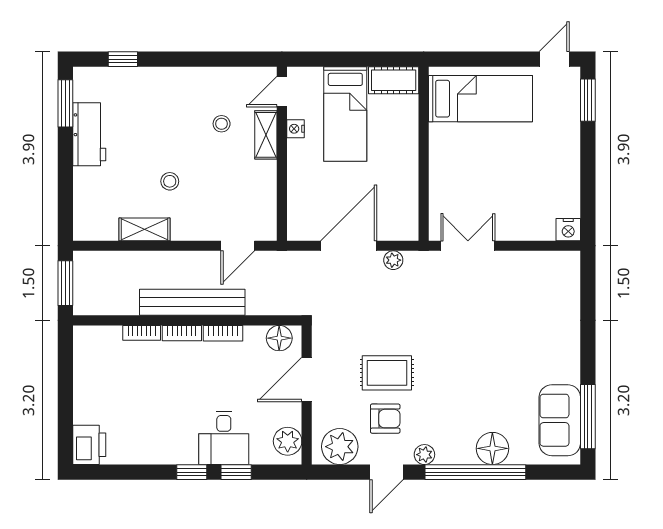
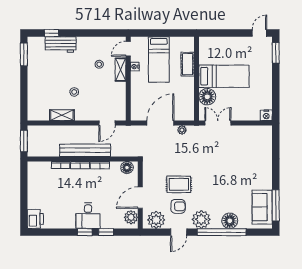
cot: (394, 80) -> (188, 64), moved, turned 90
bed: (480, 99) -> (224, 76), moved
workbench: (89, 134) -> (61, 45), moved, turned 90
floor lamp: (446, 191) -> (207, 97), added
door: (307, 379) -> (140, 198), moved
desk: (224, 438) -> (88, 216), moved
plant: (424, 455) -> (201, 219), width x1.87, depth x1.87

